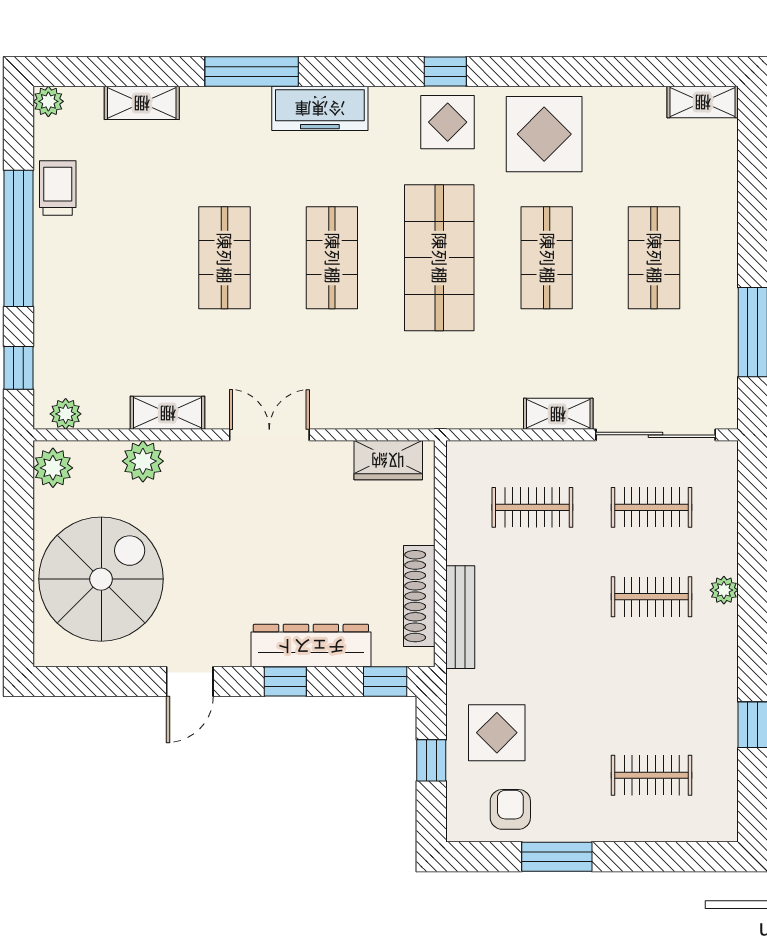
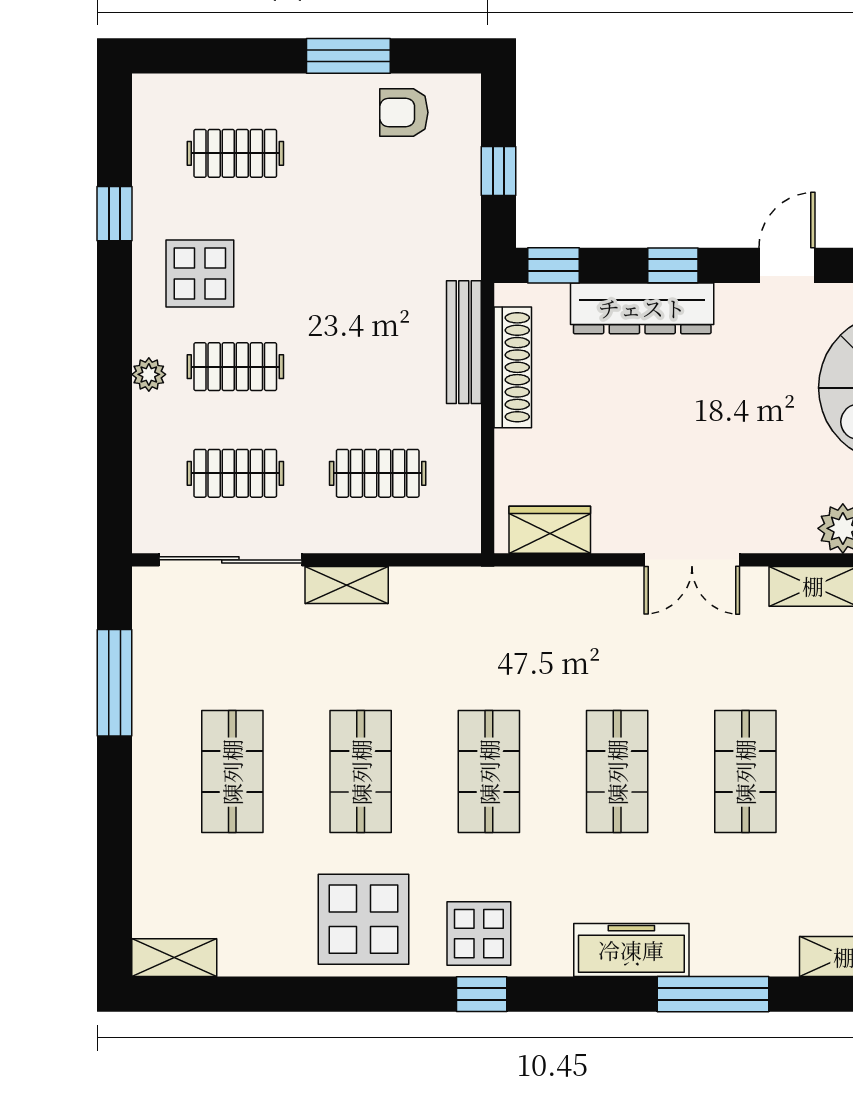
shop shelf: (439, 258) -> (489, 772), width x0.70, depth x0.74
display table: (497, 733) -> (200, 274), moved
armchair: (510, 809) -> (404, 112), turned 90

